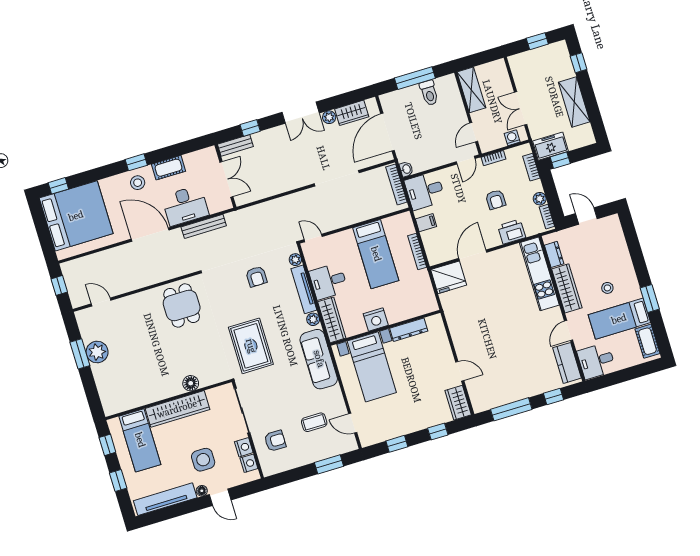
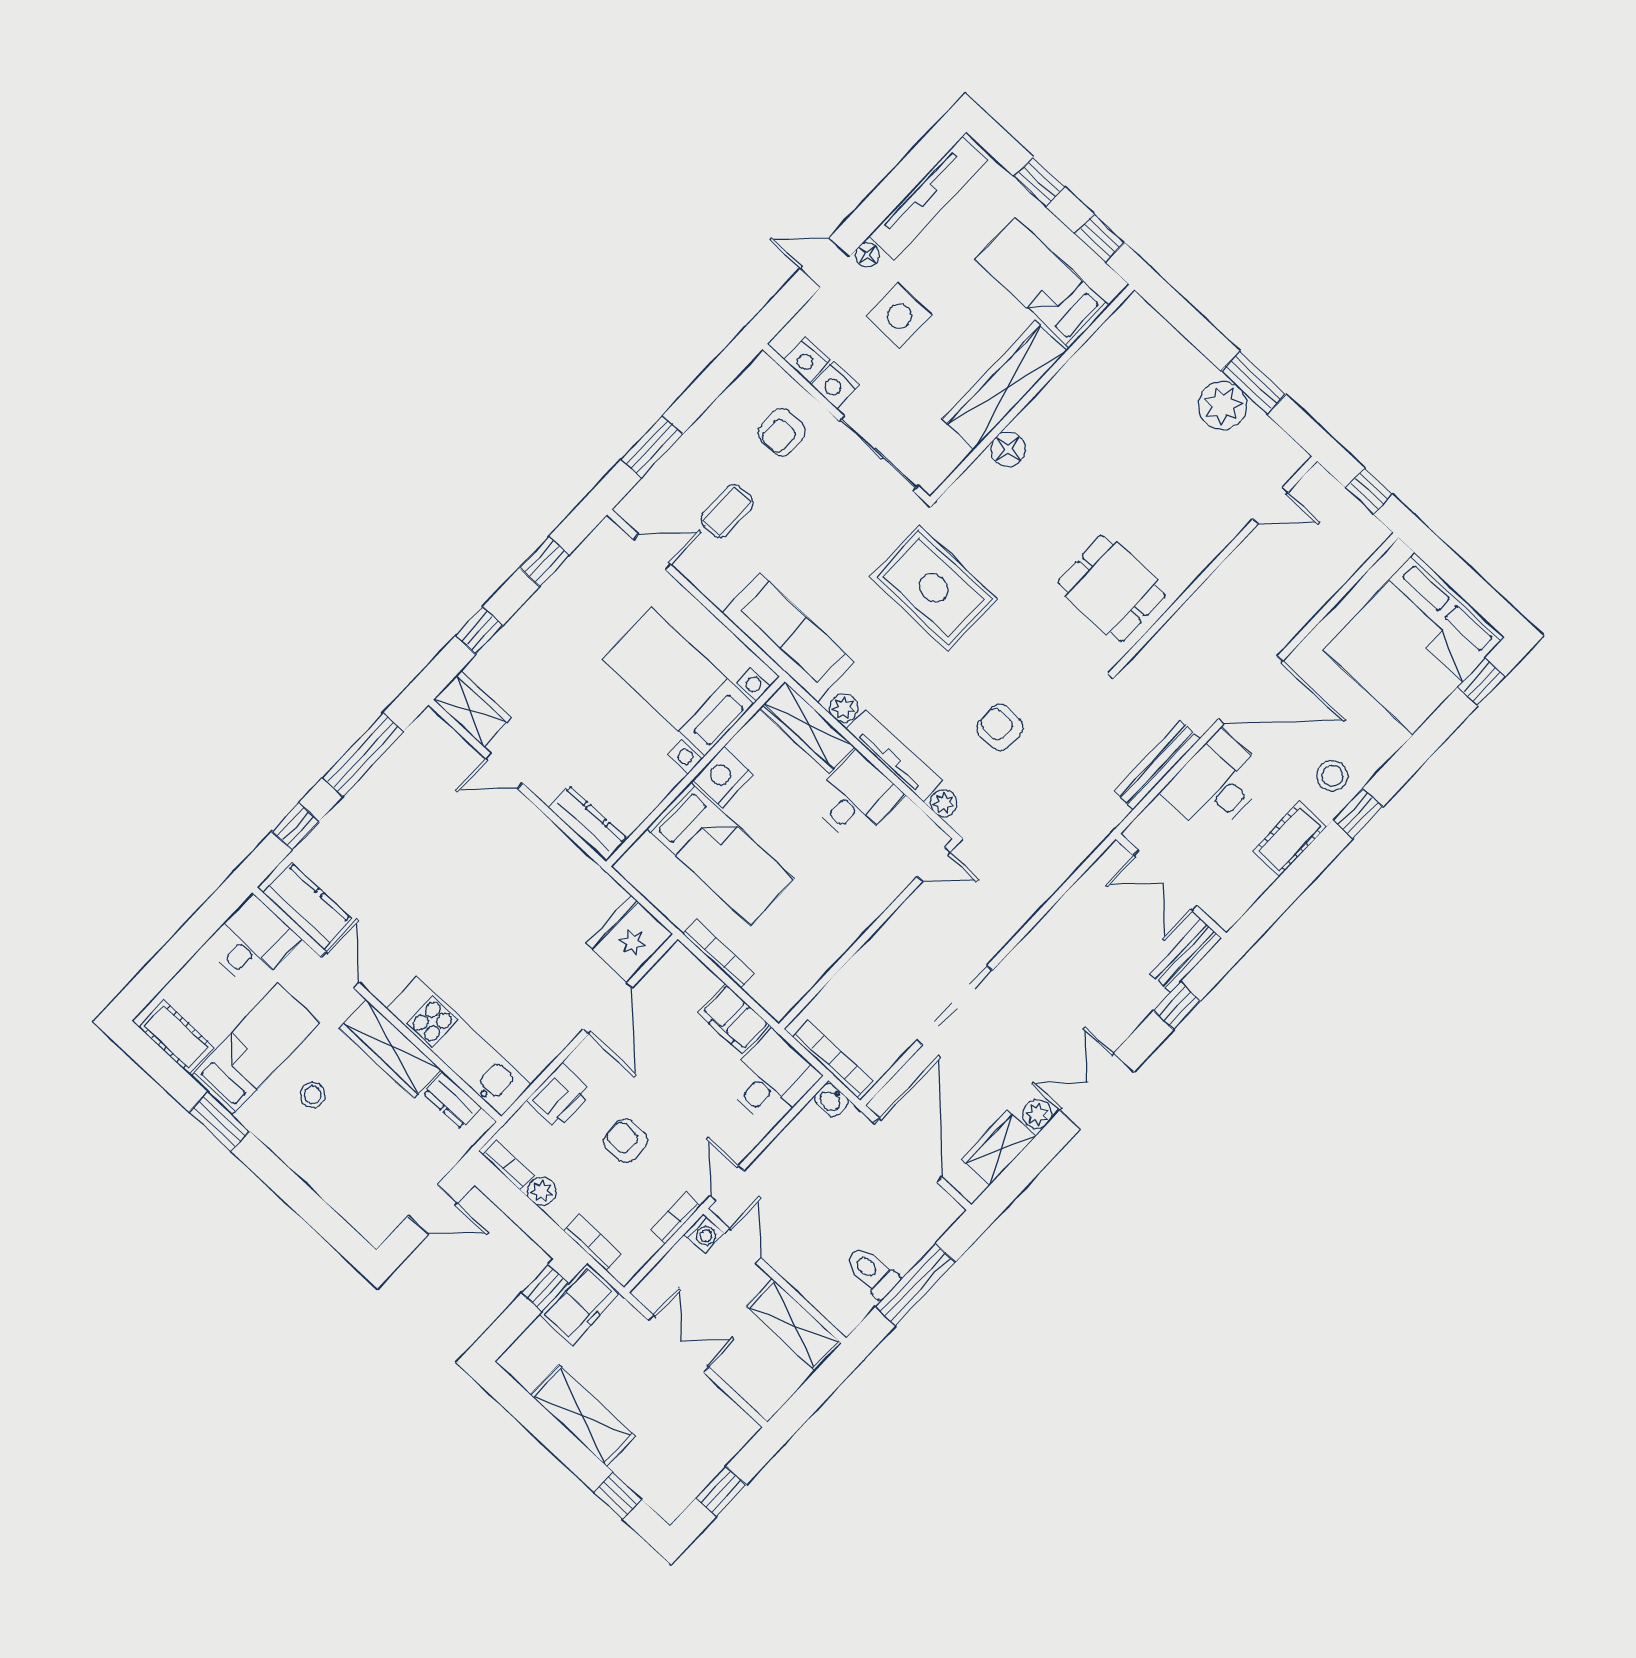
washing machine: (512, 138) -> (704, 1234), moved
filing cabinet: (426, 223) -> (734, 1019), width x2.00
bed: (376, 254) -> (720, 854), moved, turned 180
dresser: (409, 330) -> (588, 823), moved, turned 90

